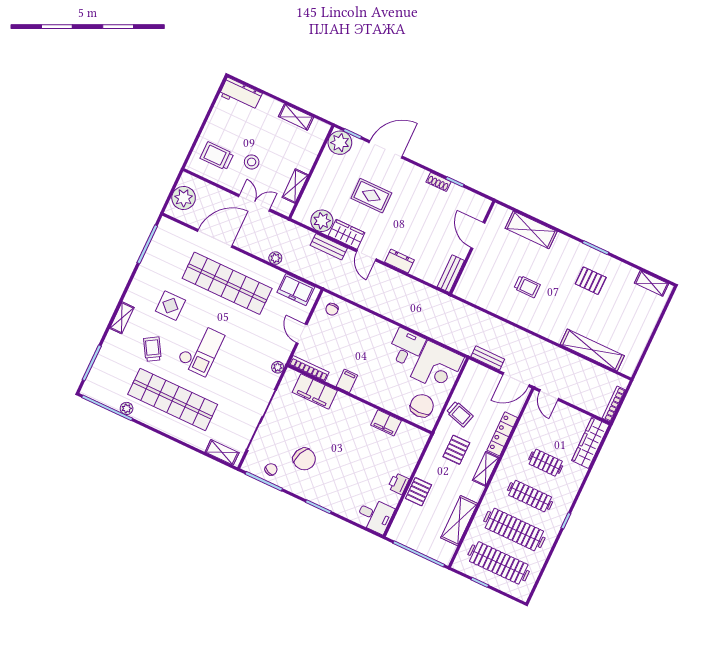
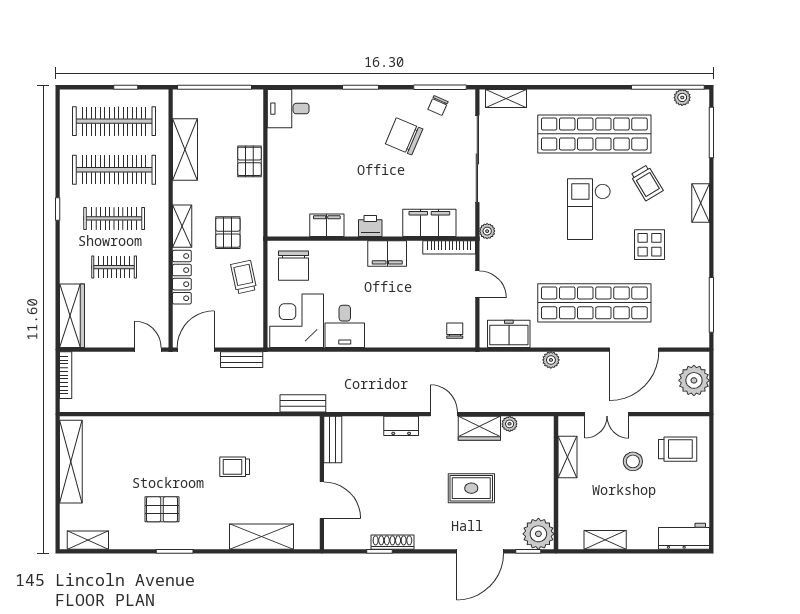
shoe rack: (438, 182) -> (392, 542), width x1.43
plant: (322, 221) -> (510, 424), width x0.53, depth x0.53
bench: (329, 247) -> (303, 403), moved
shelving: (592, 350) -> (71, 462), moved, turned 90
filing cabinet: (347, 381) -> (387, 253), width x2.00
plant: (127, 408) -> (682, 97), moved
trolley: (460, 414) -> (244, 277), turned 62
printer: (398, 484) -> (370, 226), moved, turned -90

